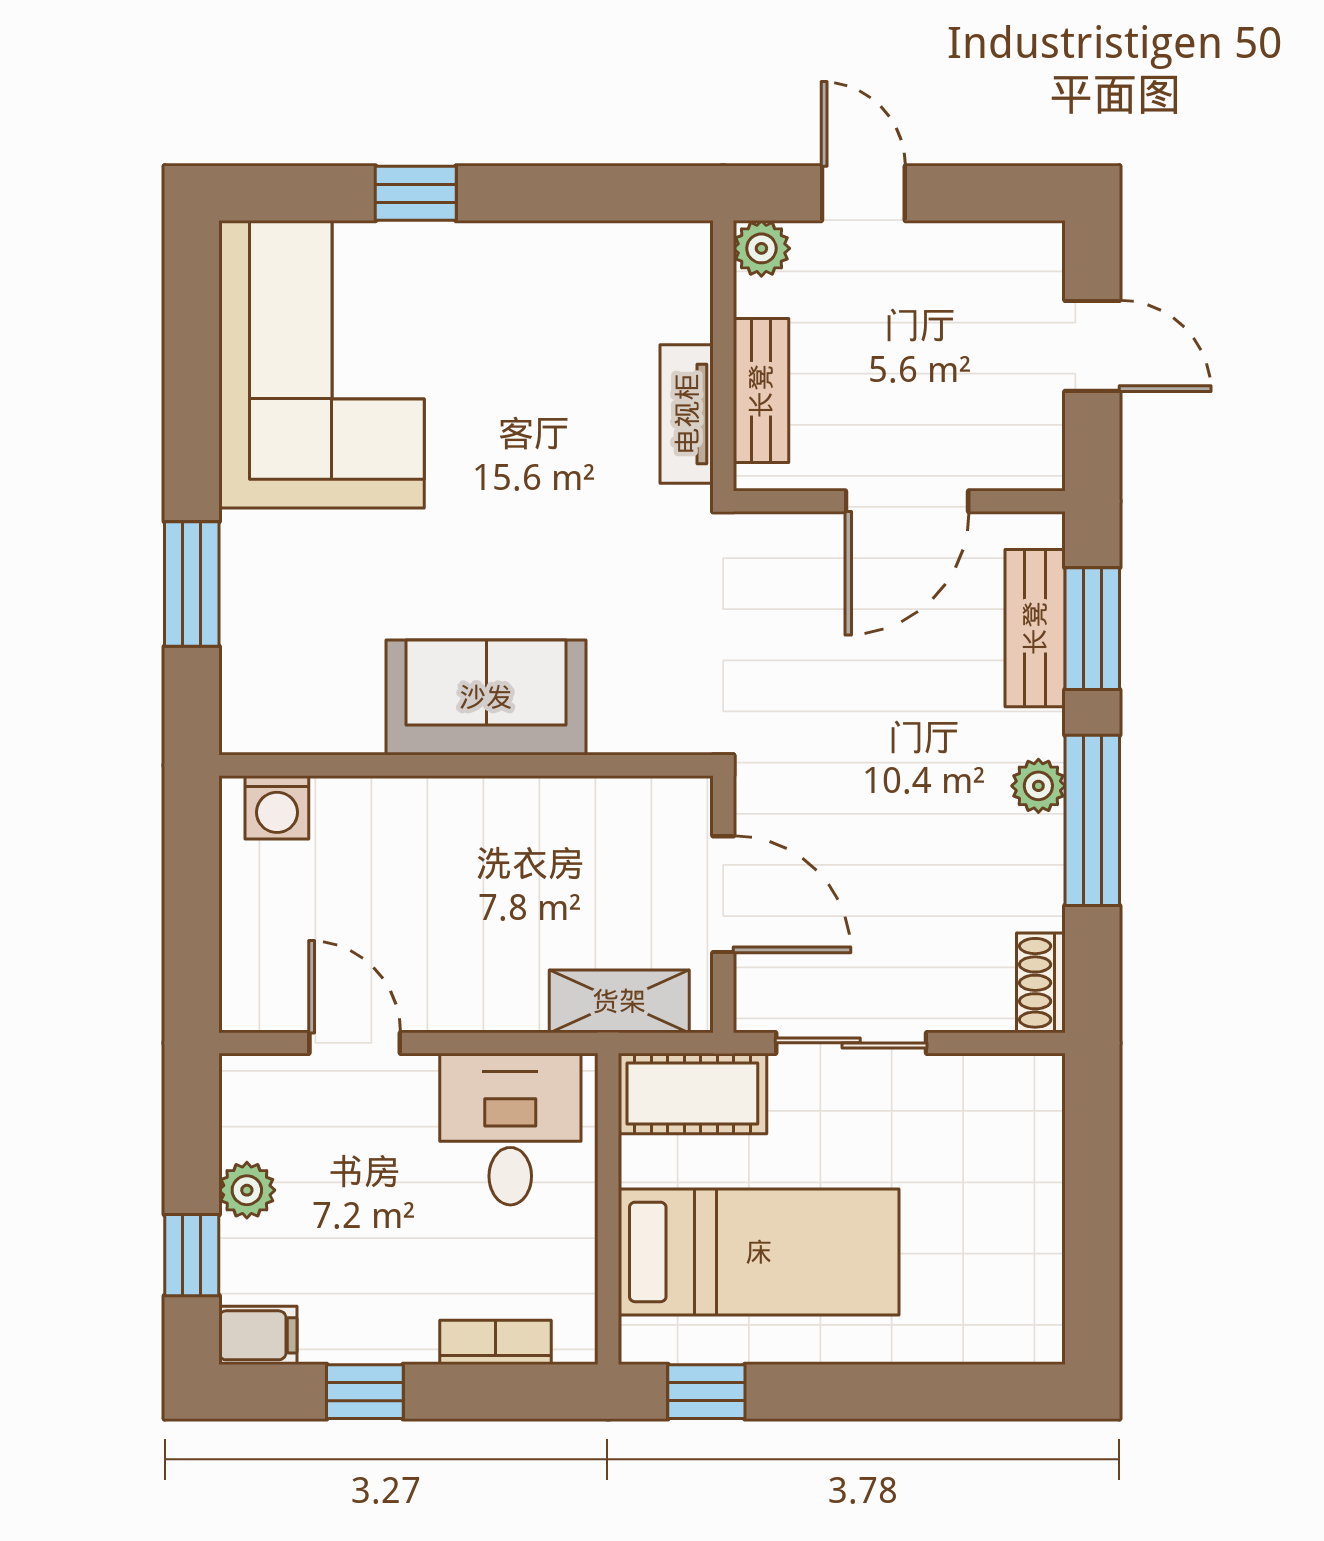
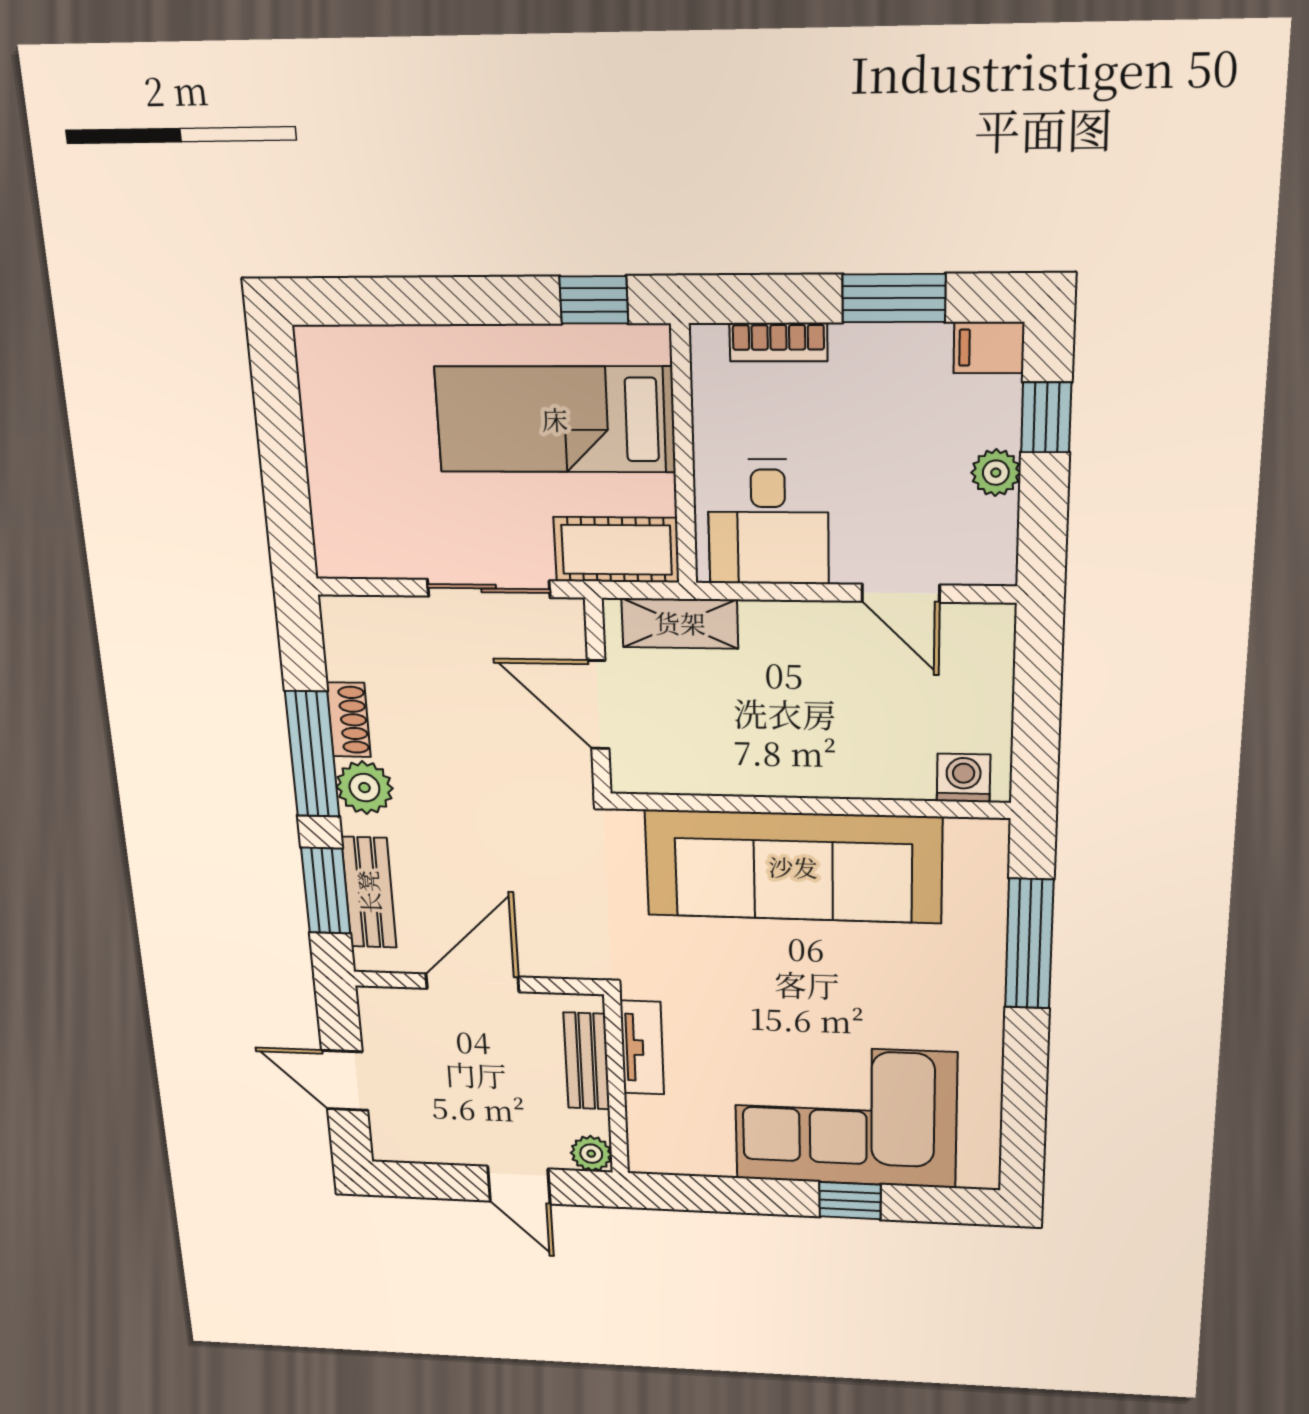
corner sofa: (322, 364) -> (845, 1116), moved, turned 90
window: (192, 584) -> (1029, 944), width x1.44
sofa: (486, 697) -> (793, 867), width x1.85, depth x1.27
plant: (1038, 786) -> (364, 788), width x1.38, depth x1.38
shoe rack: (1041, 983) -> (349, 720), moved
window: (365, 1392) -> (894, 298), width x1.50

